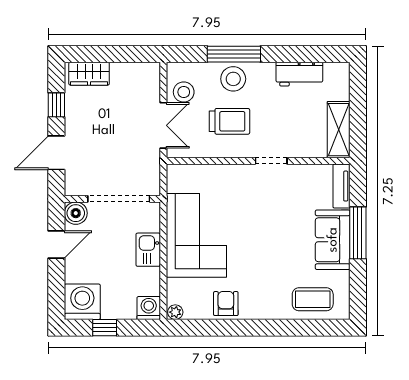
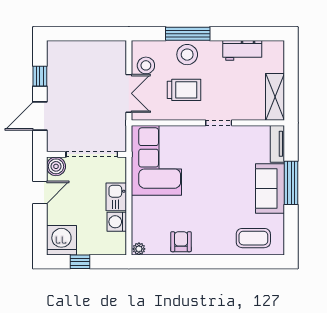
wardrobe: (89, 74) -> (67, 50), removed
corner sofa: (196, 235) -> (156, 160), moved
washing machine: (149, 308) -> (117, 222), moved, turned -90

